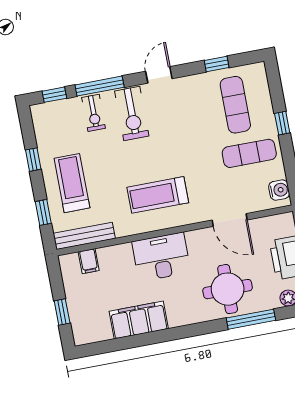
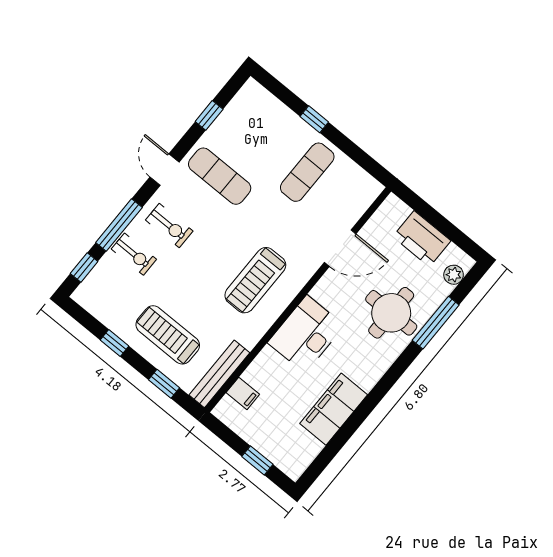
exercise mat: (235, 105) -> (220, 176), moved
exercise bike: (132, 114) -> (169, 226), width x0.73, depth x0.72
water cooler: (279, 190) -> (363, 183), removed

